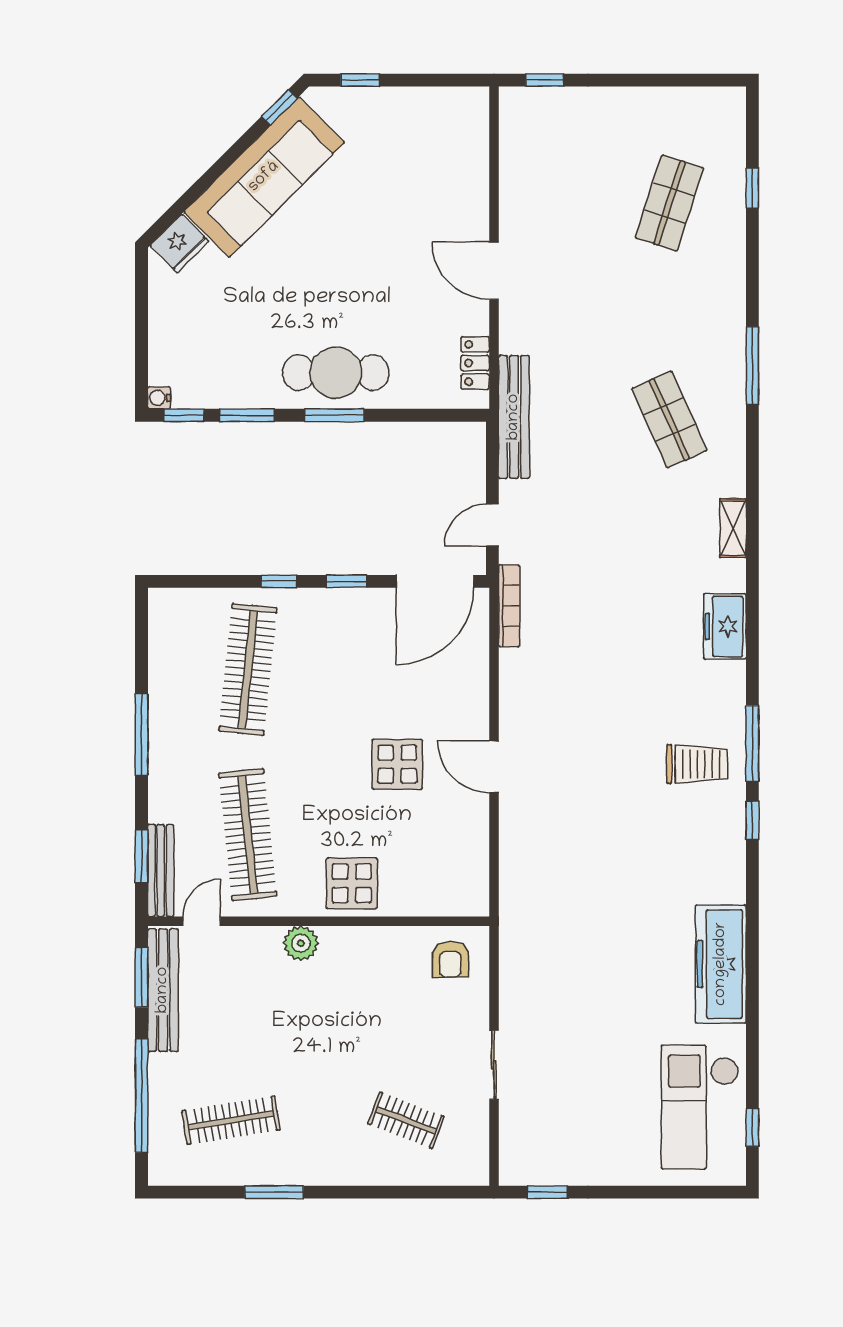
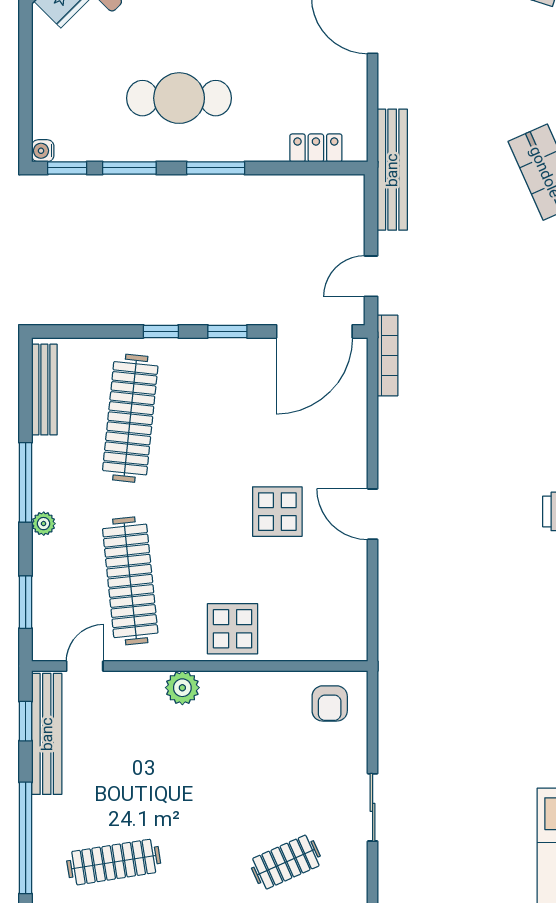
locker: (475, 363) -> (316, 148), moved, turned 90
cafe table: (336, 373) -> (179, 98), moved
plant: (160, 776) -> (44, 524), added
bench: (161, 870) -> (44, 390), moved
window: (142, 977) -> (26, 721), width x0.67
clothes rail: (406, 1120) -> (286, 862), turned -45

